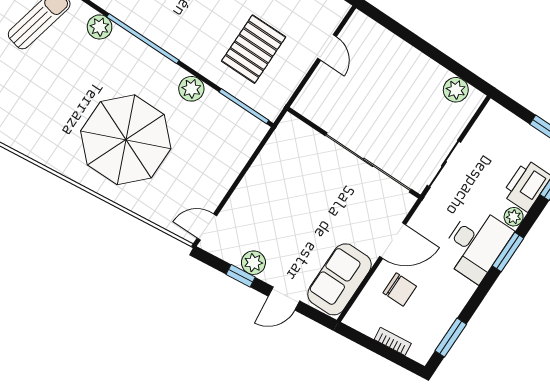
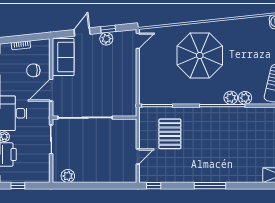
door: (327, 47) -> (138, 156), swing flipped
plant: (191, 89) -> (231, 98), moved

